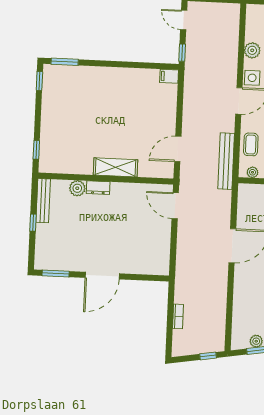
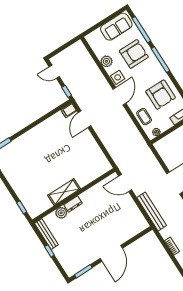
door: (178, 149) -> (85, 119), moved
bench: (226, 161) -> (152, 212), moved
shelving: (116, 167) -> (64, 192), moved

